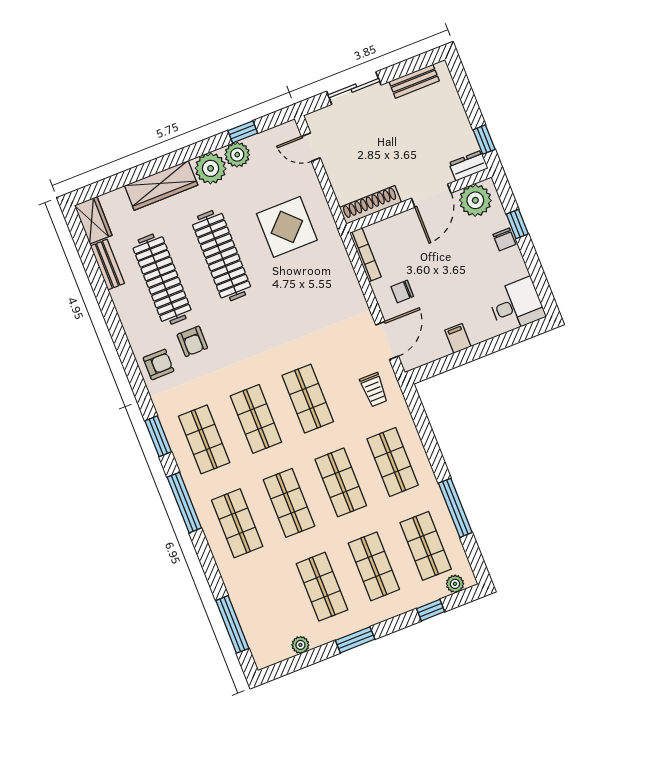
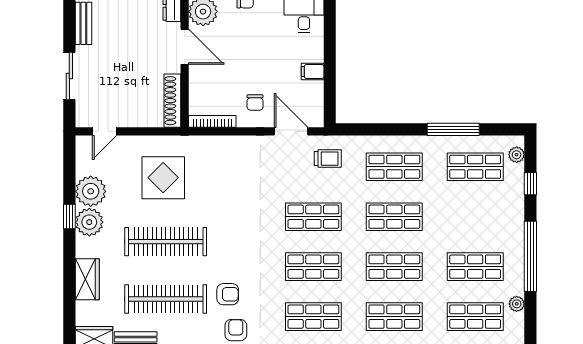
window: (243, 132) -> (69, 216), moved
plant: (237, 155) -> (91, 191), width x1.36, depth x1.36
wardrobe: (161, 185) -> (87, 279), width x0.67
shop shelf: (374, 566) -> (475, 317), moved
window: (355, 640) -> (530, 256), width x2.11

